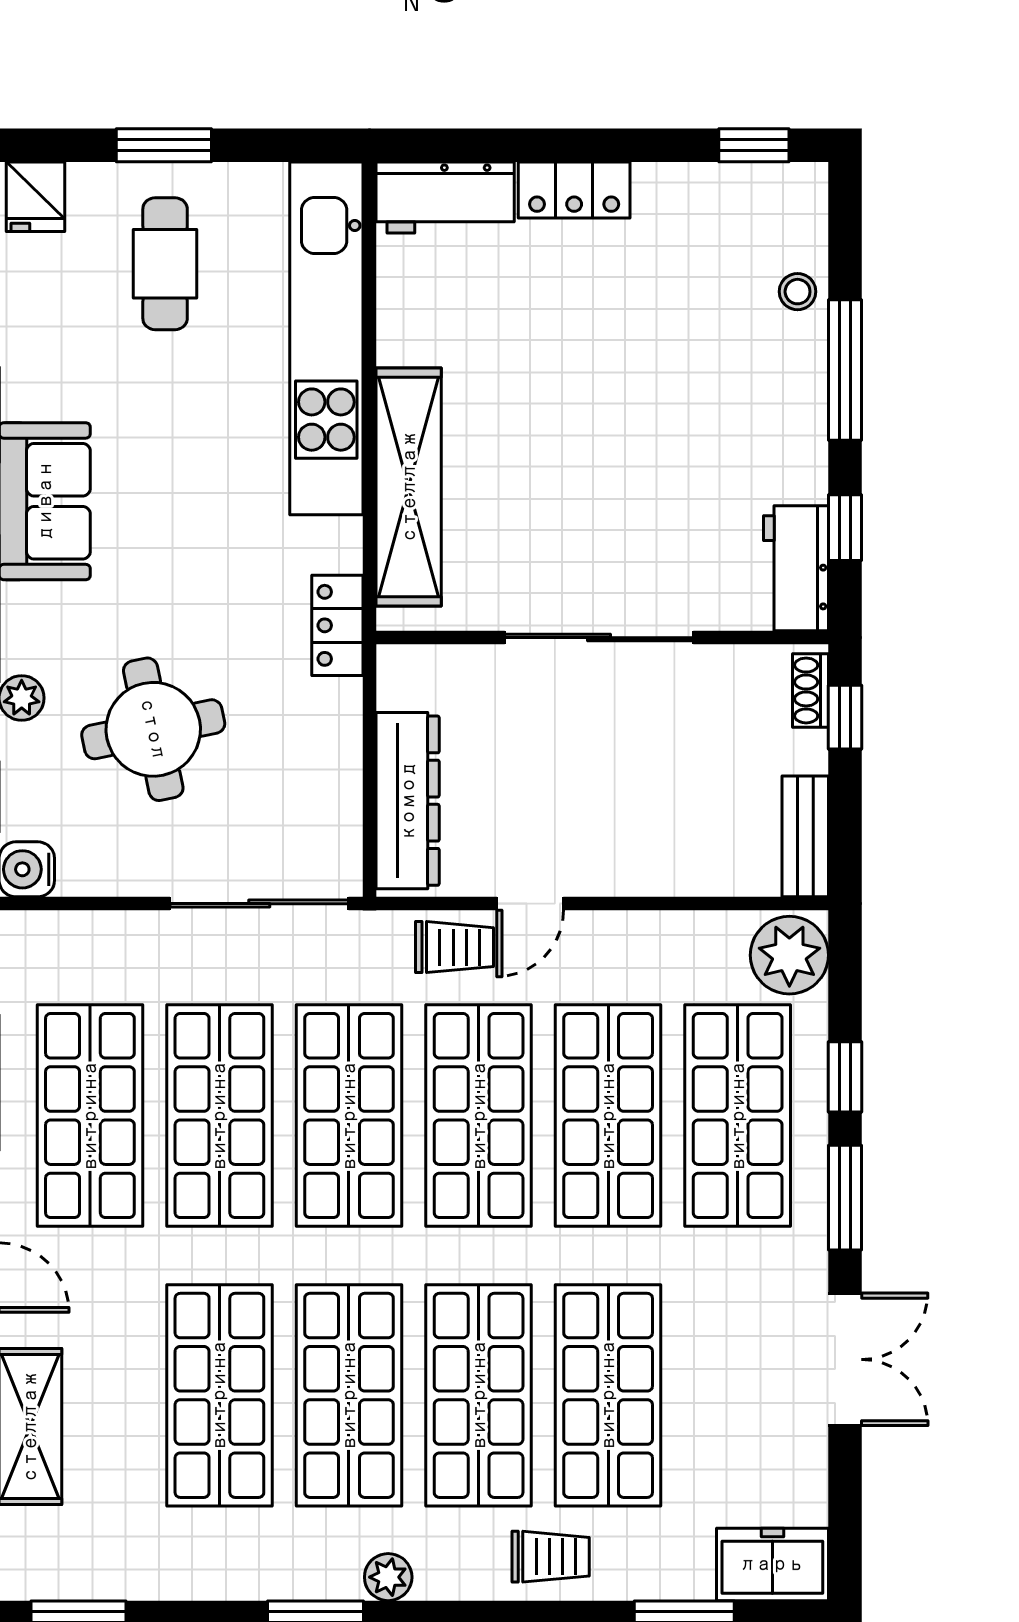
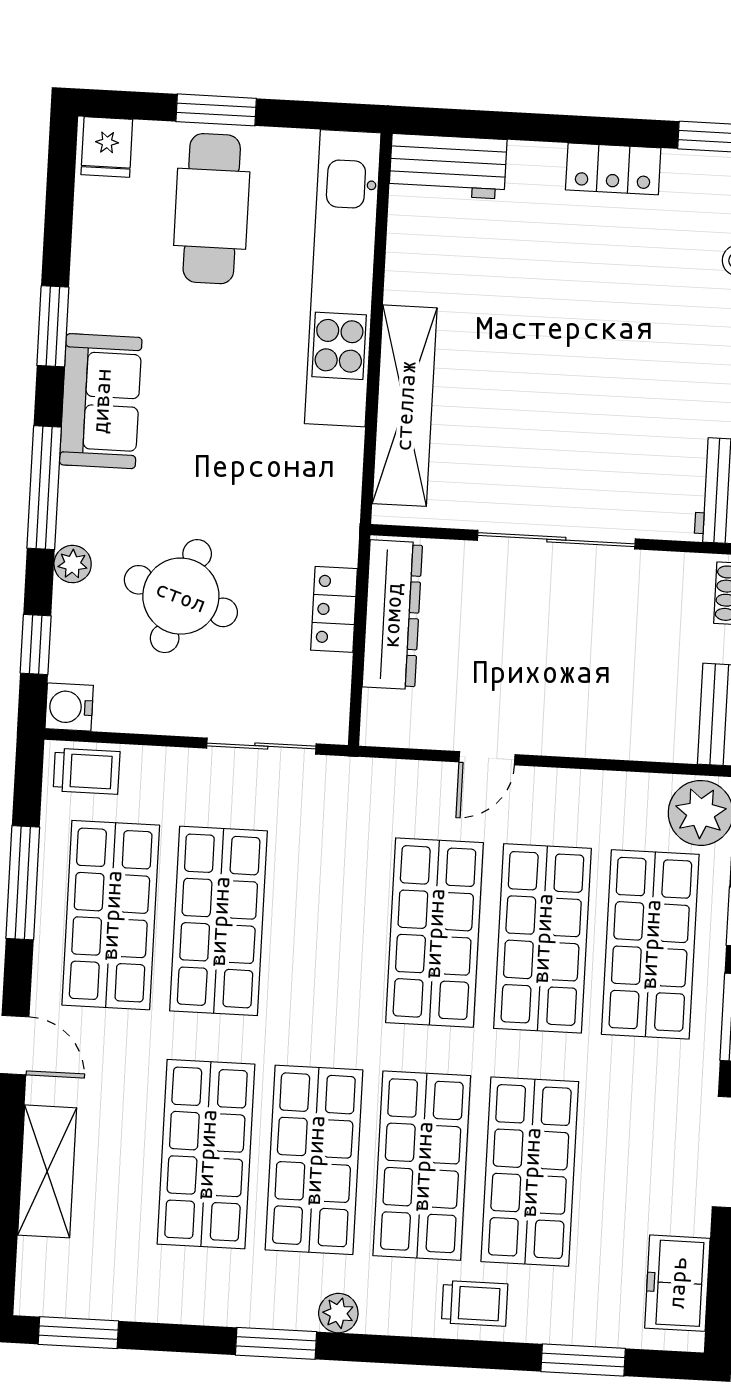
locker: (574, 190) -> (613, 169), moved
cafe table: (165, 264) -> (212, 209), width x1.37, depth x1.35
locker: (337, 625) -> (334, 609), moved
round table: (153, 729) -> (181, 596), turned 30
dresser: (408, 801) -> (392, 615), moved
sliding door: (259, 904) -> (261, 746), width x0.73
trolley: (454, 947) -> (87, 771), moved
shop shelf: (349, 1116) -> (327, 927), removed
freezer: (772, 1564) -> (677, 1283), moved, turned -90

